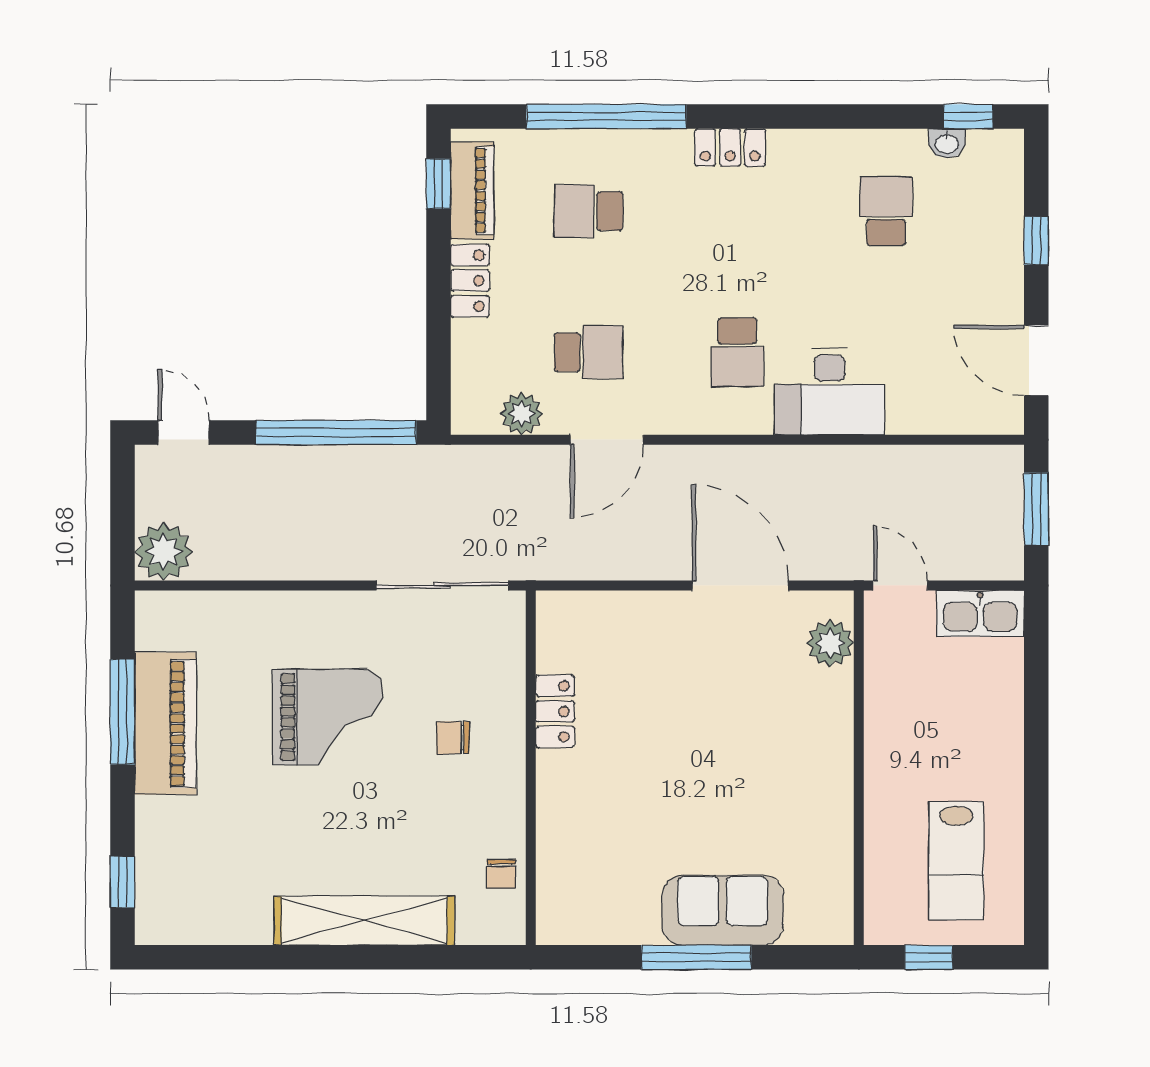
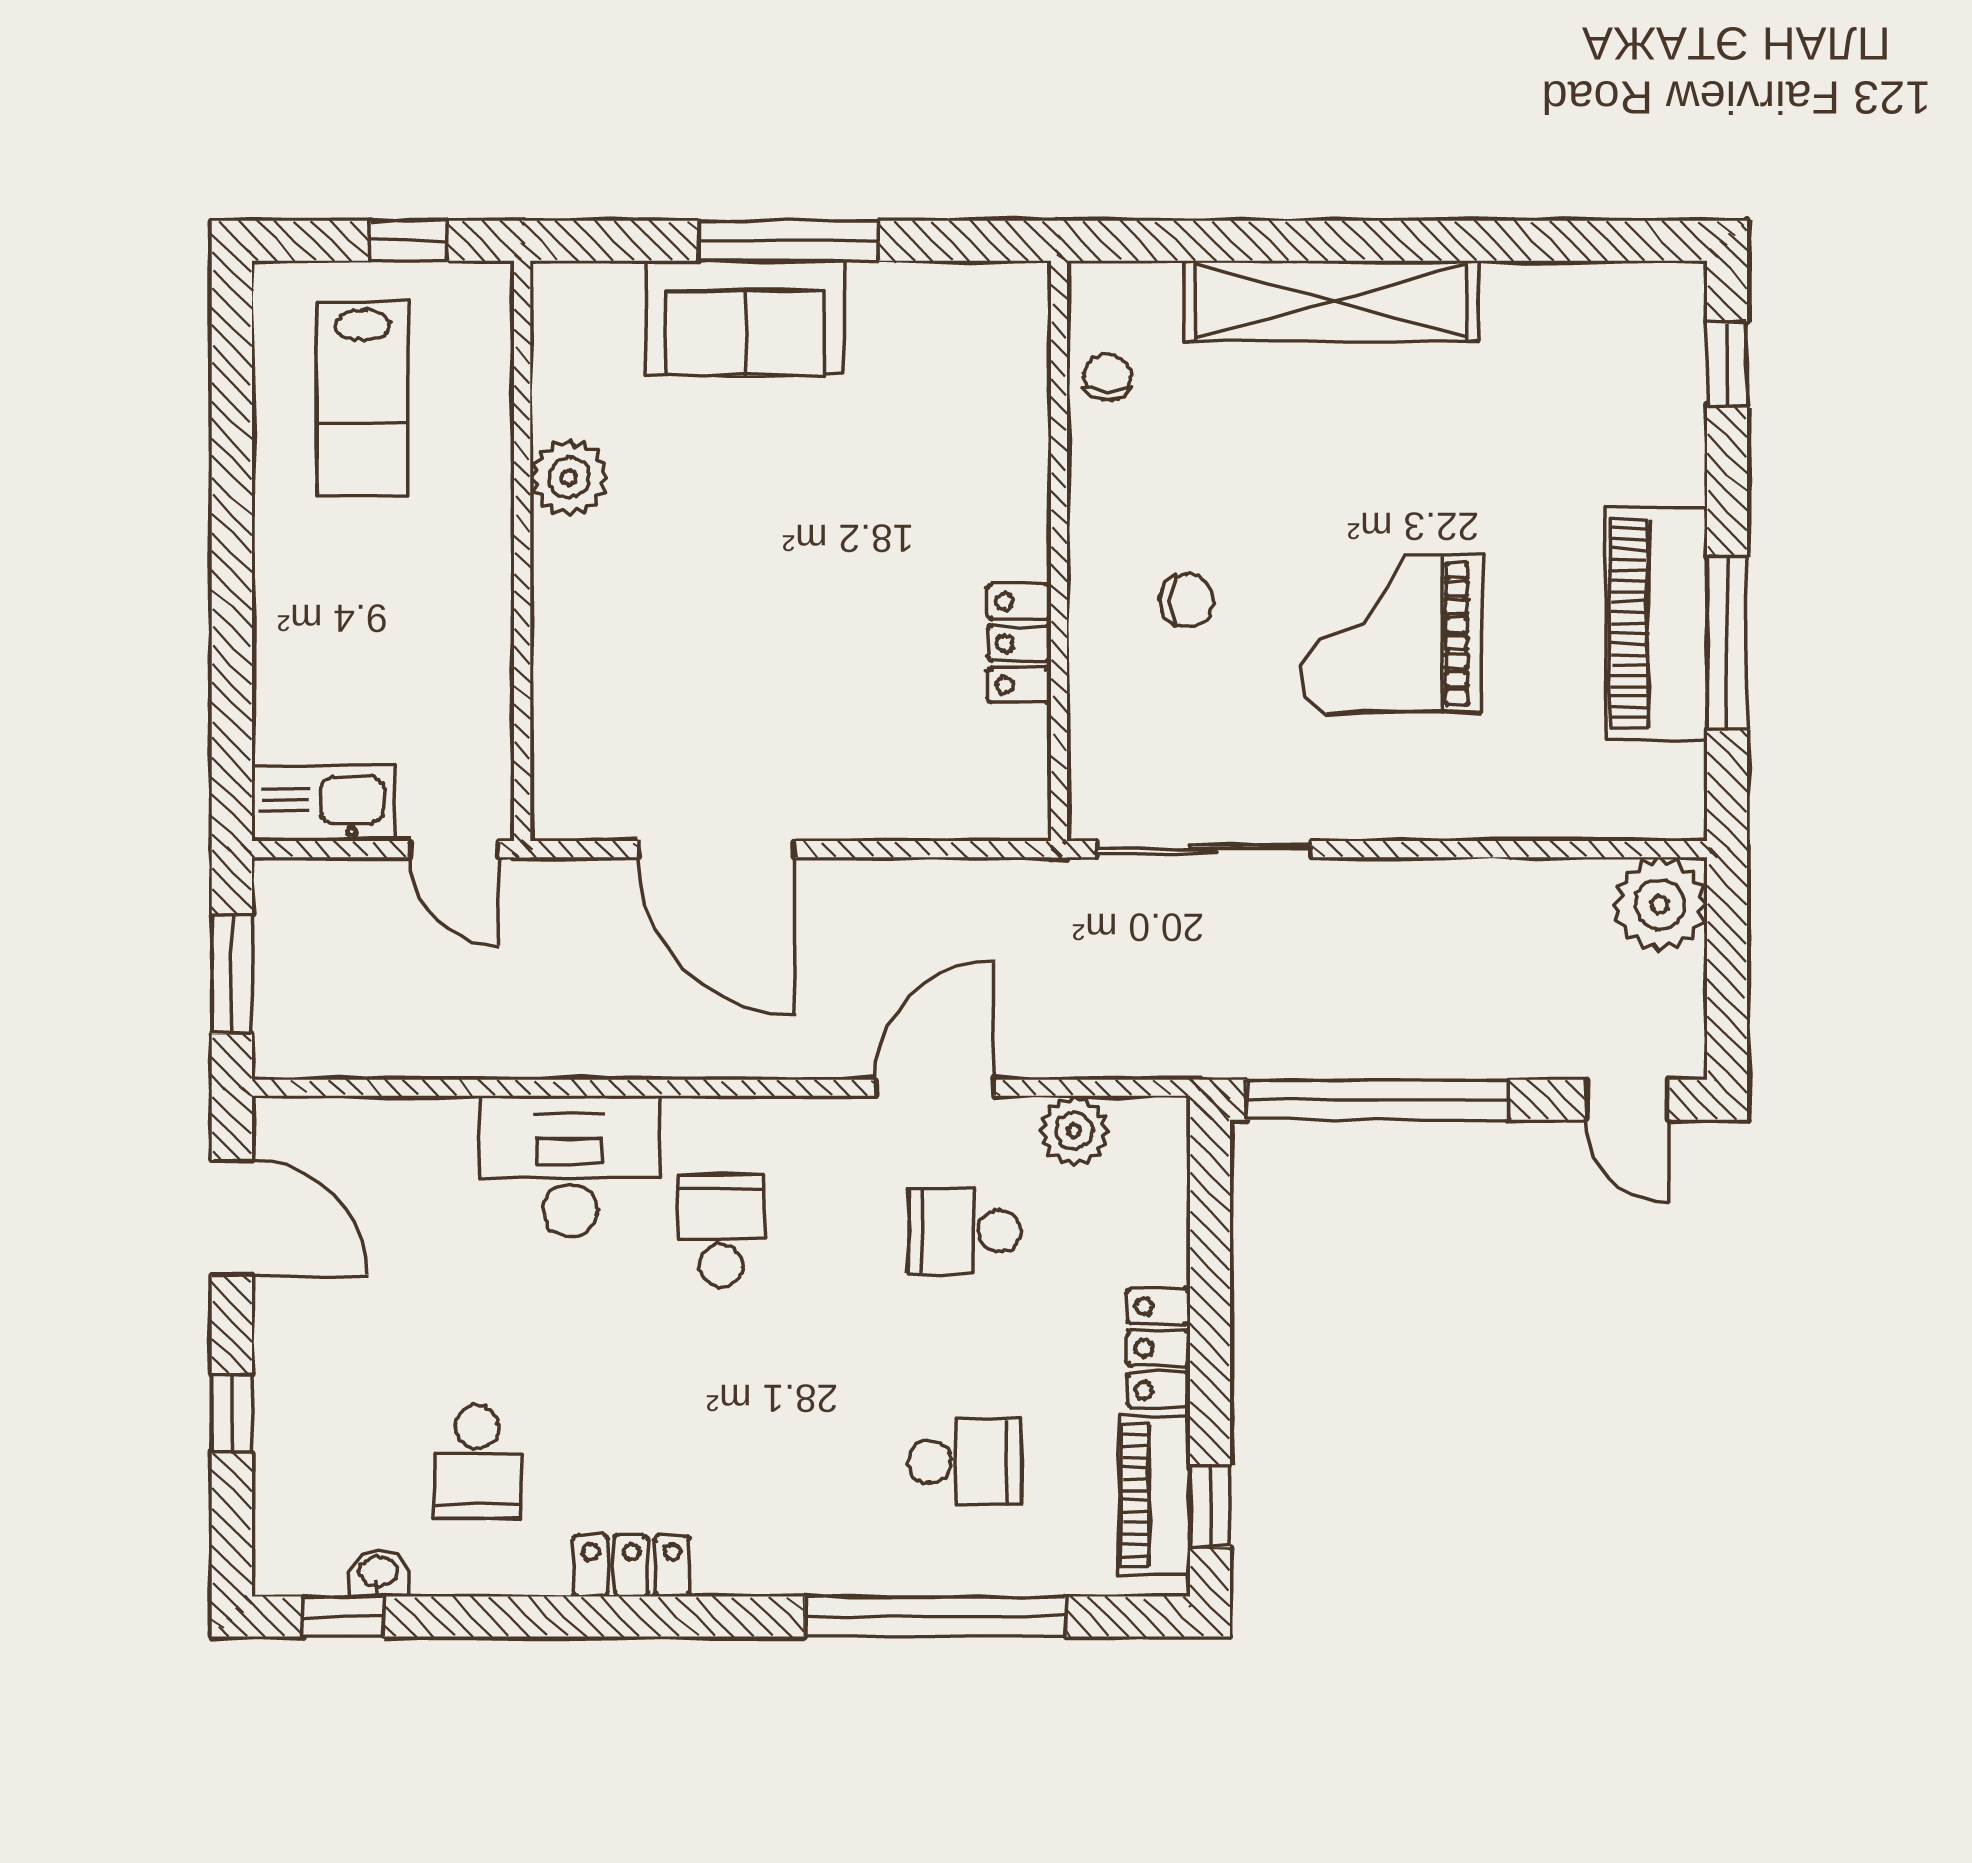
locker: (730, 147) -> (631, 1566), moved
plant: (830, 643) -> (569, 478), moved
lab bench: (956, 861) -> (363, 399), turned 180

